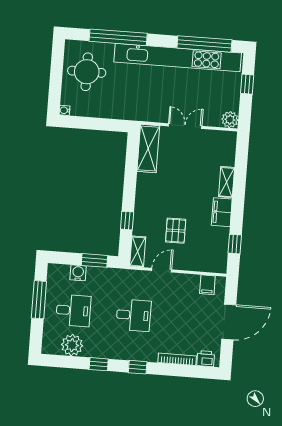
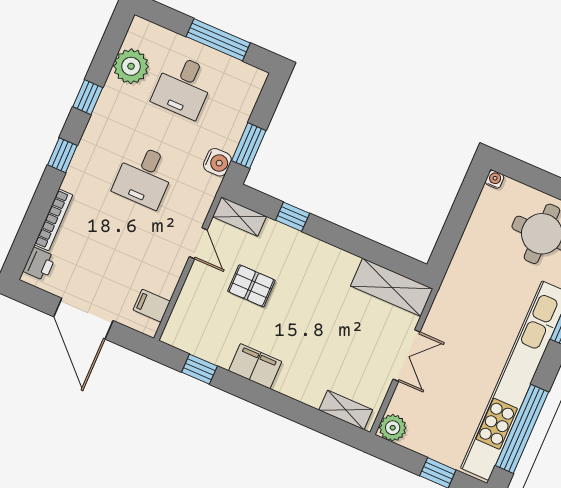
shelving: (227, 182) -> (346, 410), moved
water cooler: (78, 273) -> (217, 162), moved

